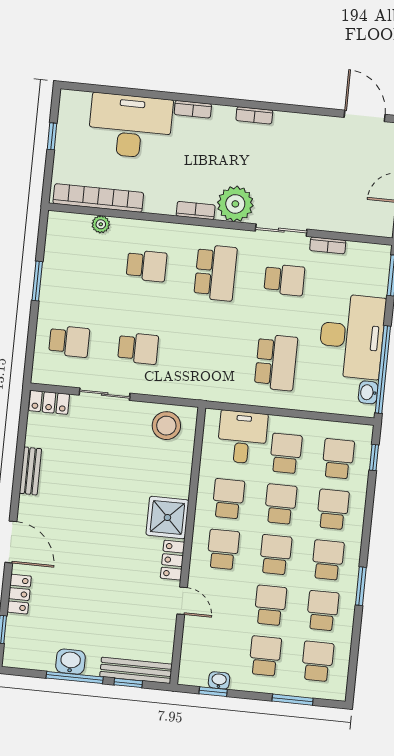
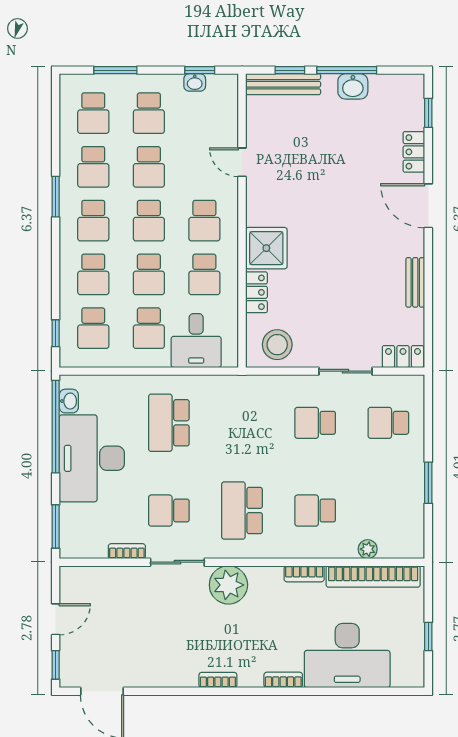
bookcase: (196, 210) -> (304, 574), moved
locker: (172, 560) -> (256, 292), moved

